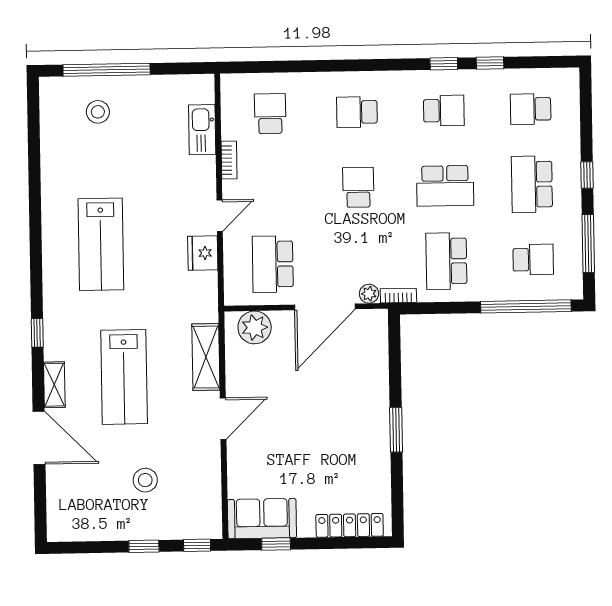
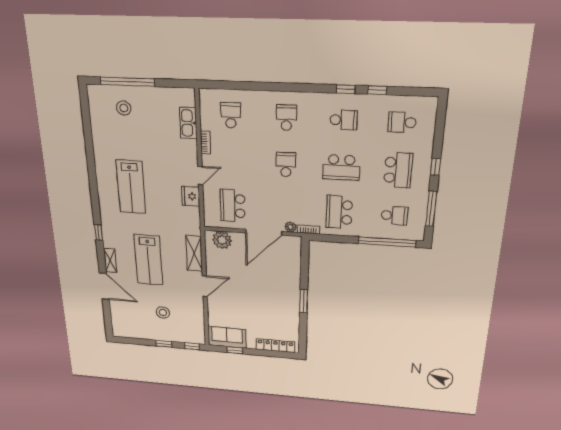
school desk: (357, 112) -> (286, 118), turned 90
school desk: (532, 184) -> (398, 170), turned 180

